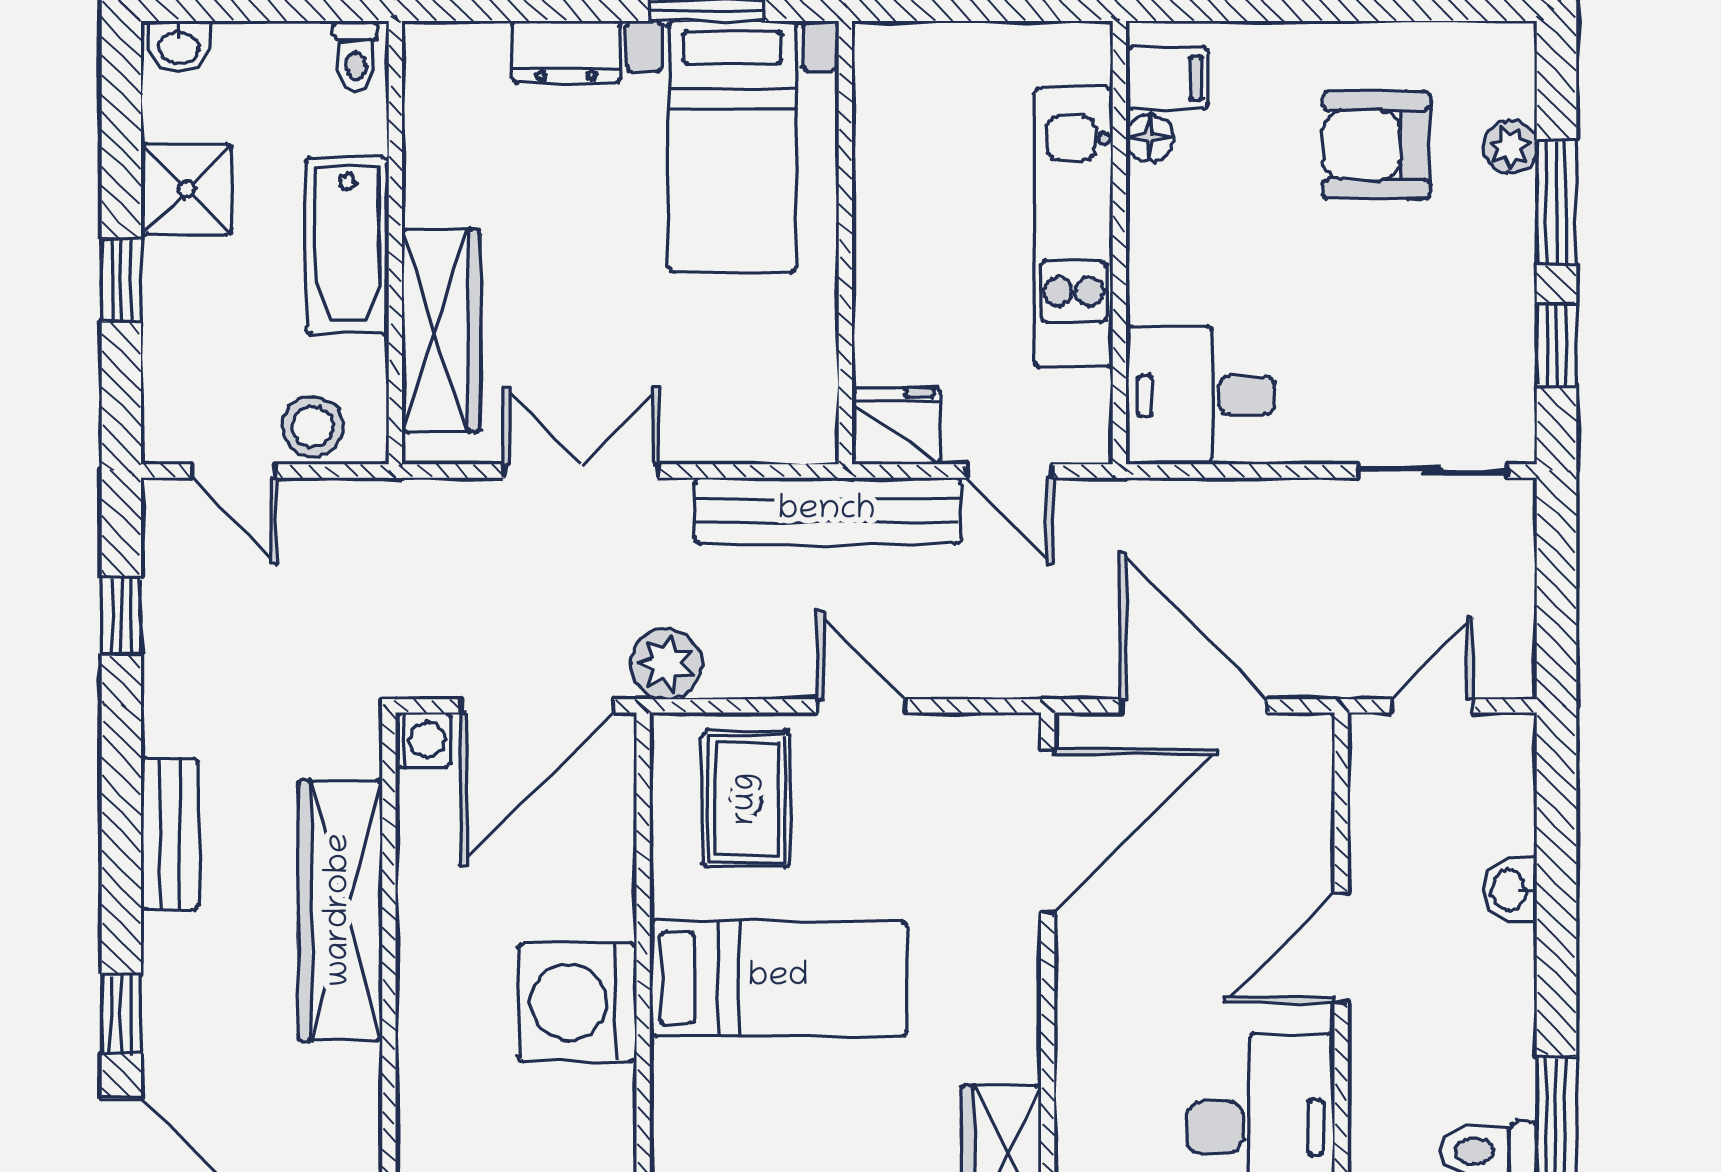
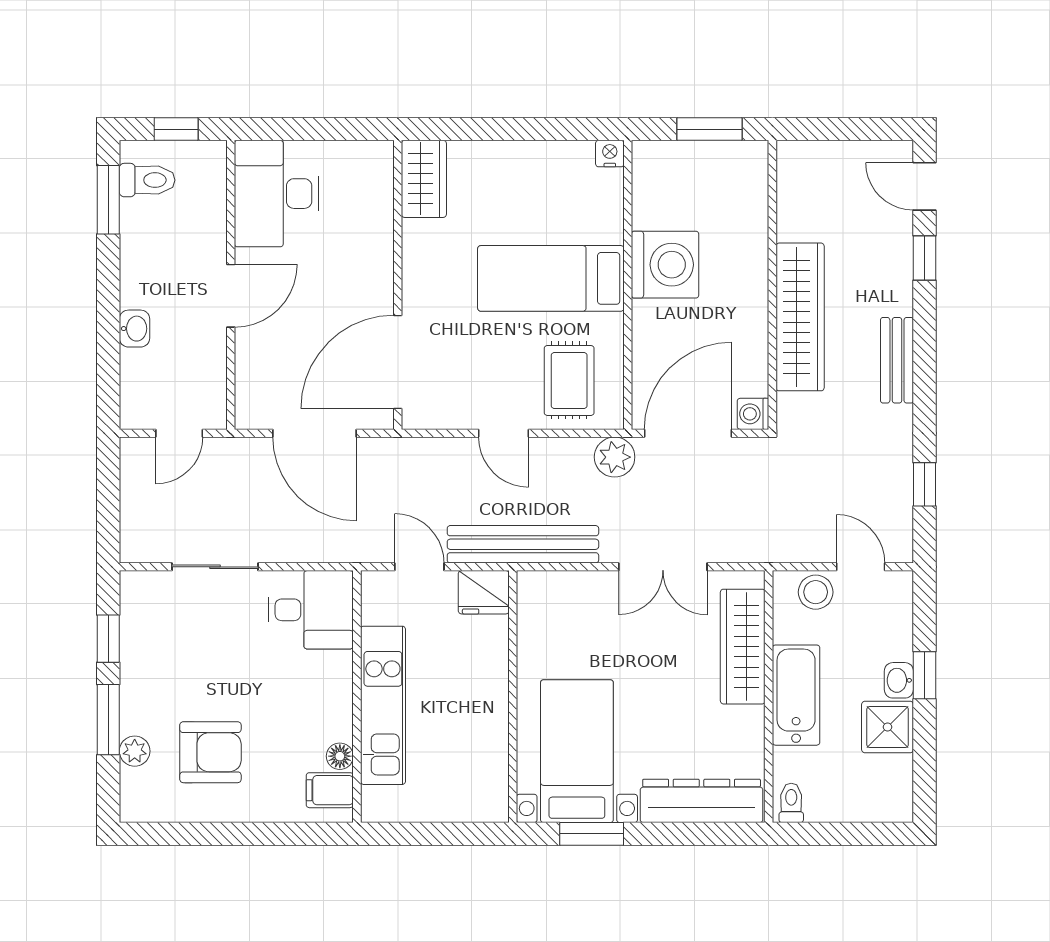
washbasin: (179, 46) -> (899, 680), moved, turned -90
dresser: (566, 52) -> (702, 801), width x1.96, depth x1.24
sliding door: (1432, 471) -> (215, 567), moved

